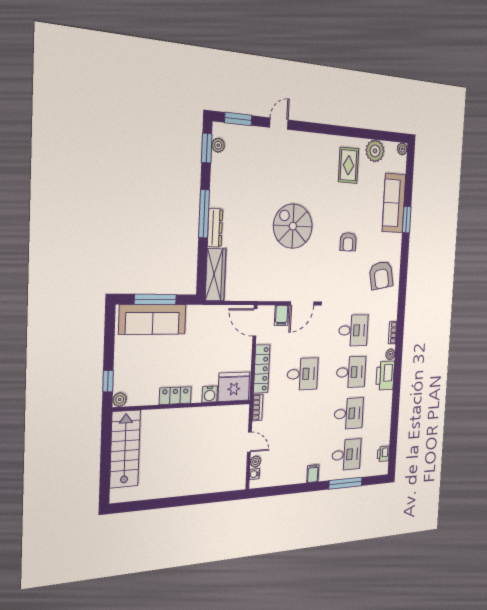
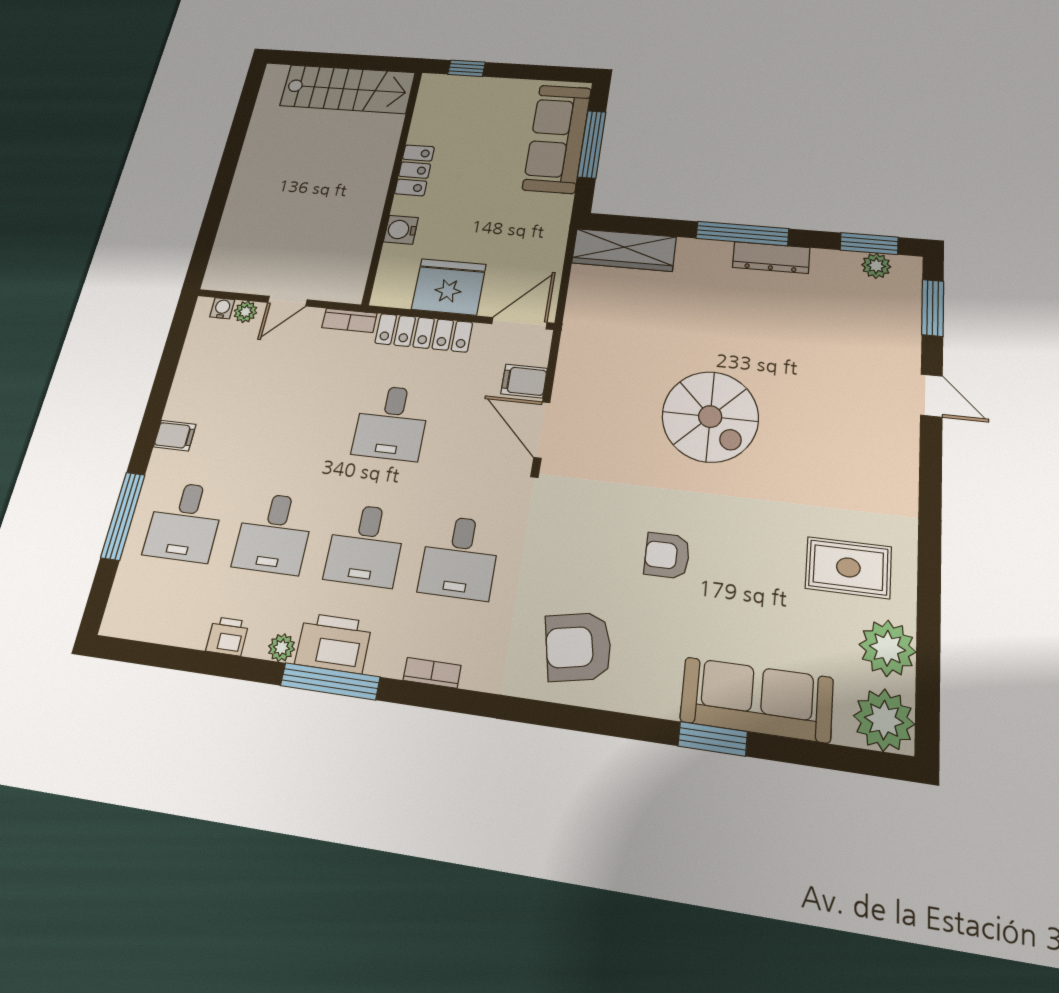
plant: (402, 149) -> (884, 720), width x1.87, depth x1.87
spiral stairs: (293, 226) -> (710, 417), turned 90
dresser: (215, 228) -> (771, 257), moved
plant: (390, 354) -> (282, 648), moved
window: (397, 373) -> (330, 681), added
fridge: (234, 387) -> (449, 287), moved, turned -90
plant: (120, 400) -> (432, 84), removed
printer: (383, 454) -> (227, 636), moved

